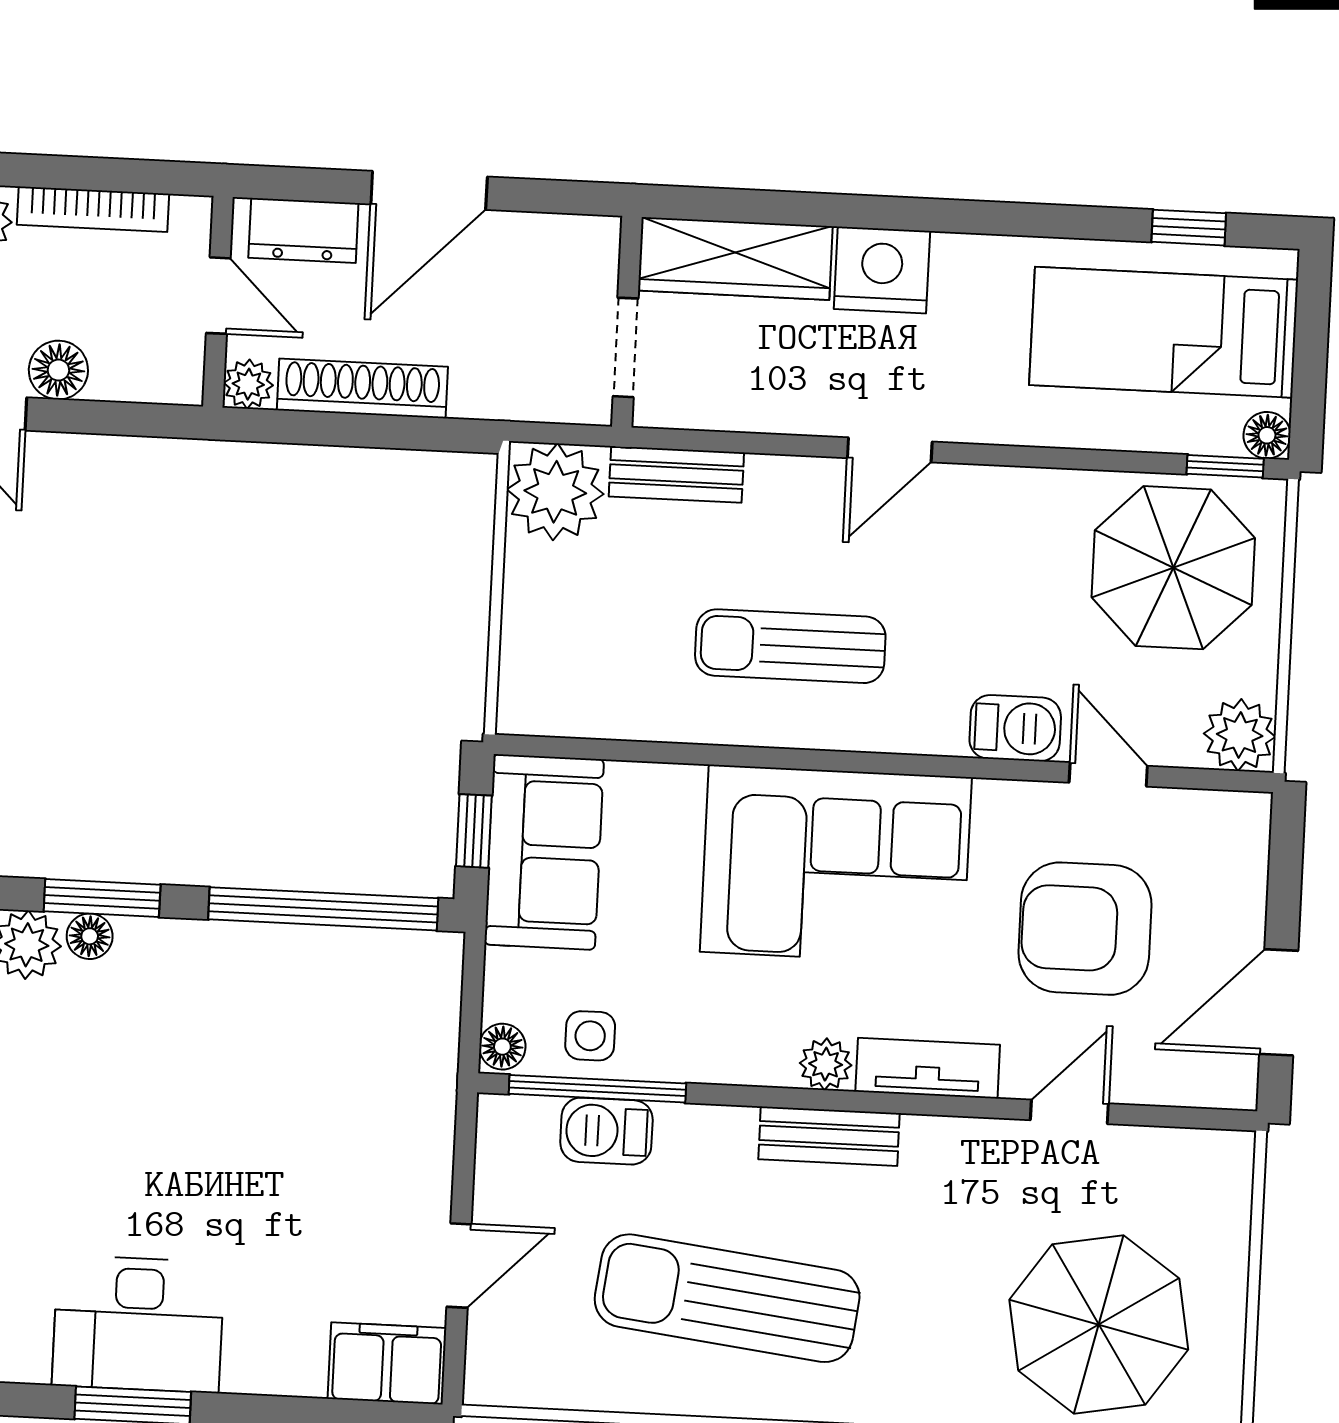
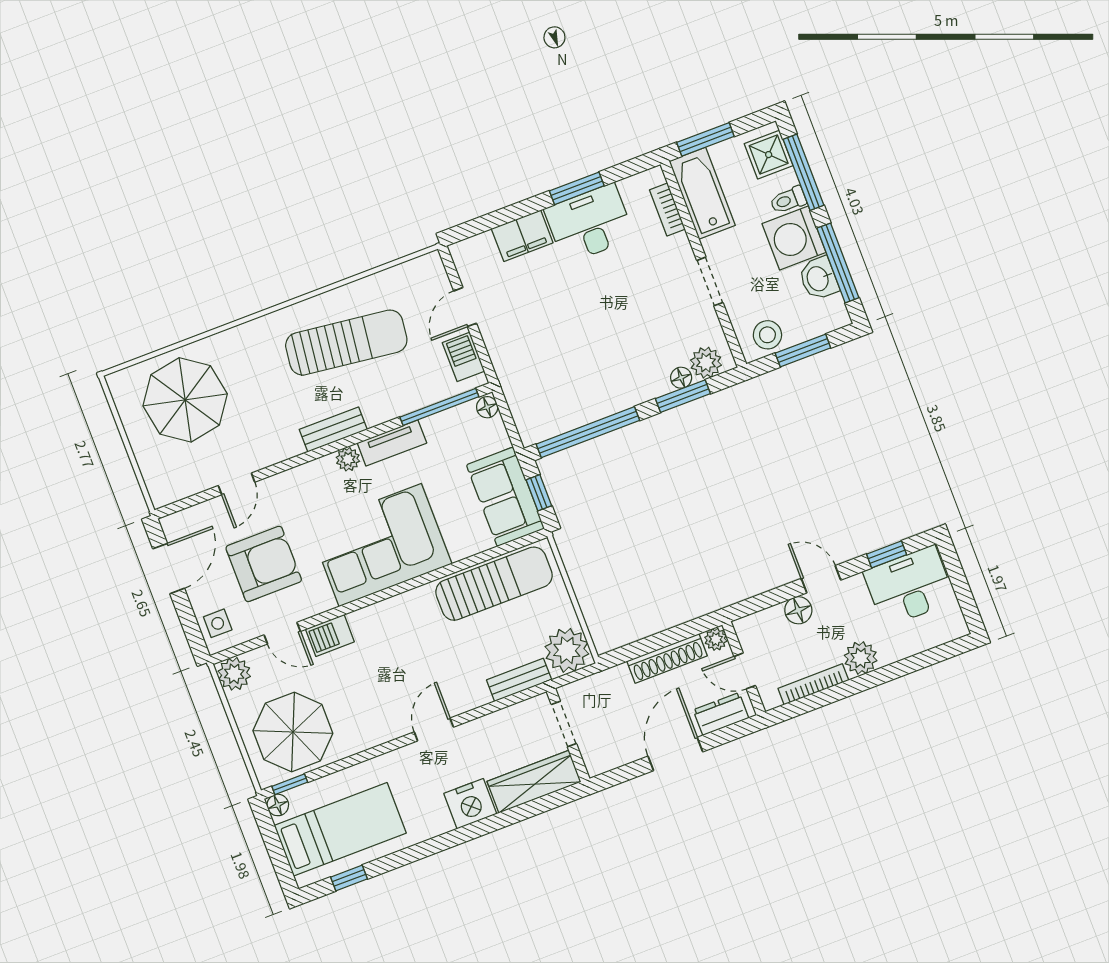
sun lounger: (790, 646) -> (494, 584), moved, width x1.36, depth x1.34
side table: (590, 1036) -> (218, 623), moved
tv unit: (928, 1068) -> (392, 443), moved
barbecue: (606, 1131) -> (463, 357), moved, turned -90
filing cabinet: (387, 1363) -> (522, 236), moved

